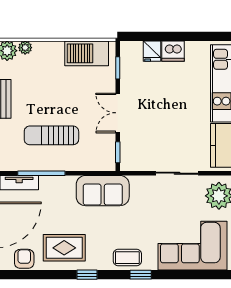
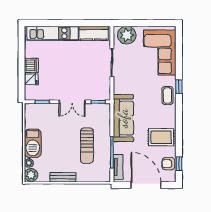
barbecue: (87, 53) -> (33, 143), moved
sofa: (103, 191) -> (123, 118), width x1.36
rug: (64, 248) -> (161, 137), turned 90
window: (87, 275) -> (179, 164), moved

